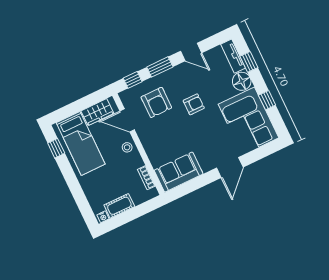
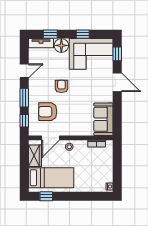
armchair: (156, 102) -> (48, 112), turned 180
window: (263, 152) -> (117, 54), added
cot: (119, 206) -> (107, 172), removed

